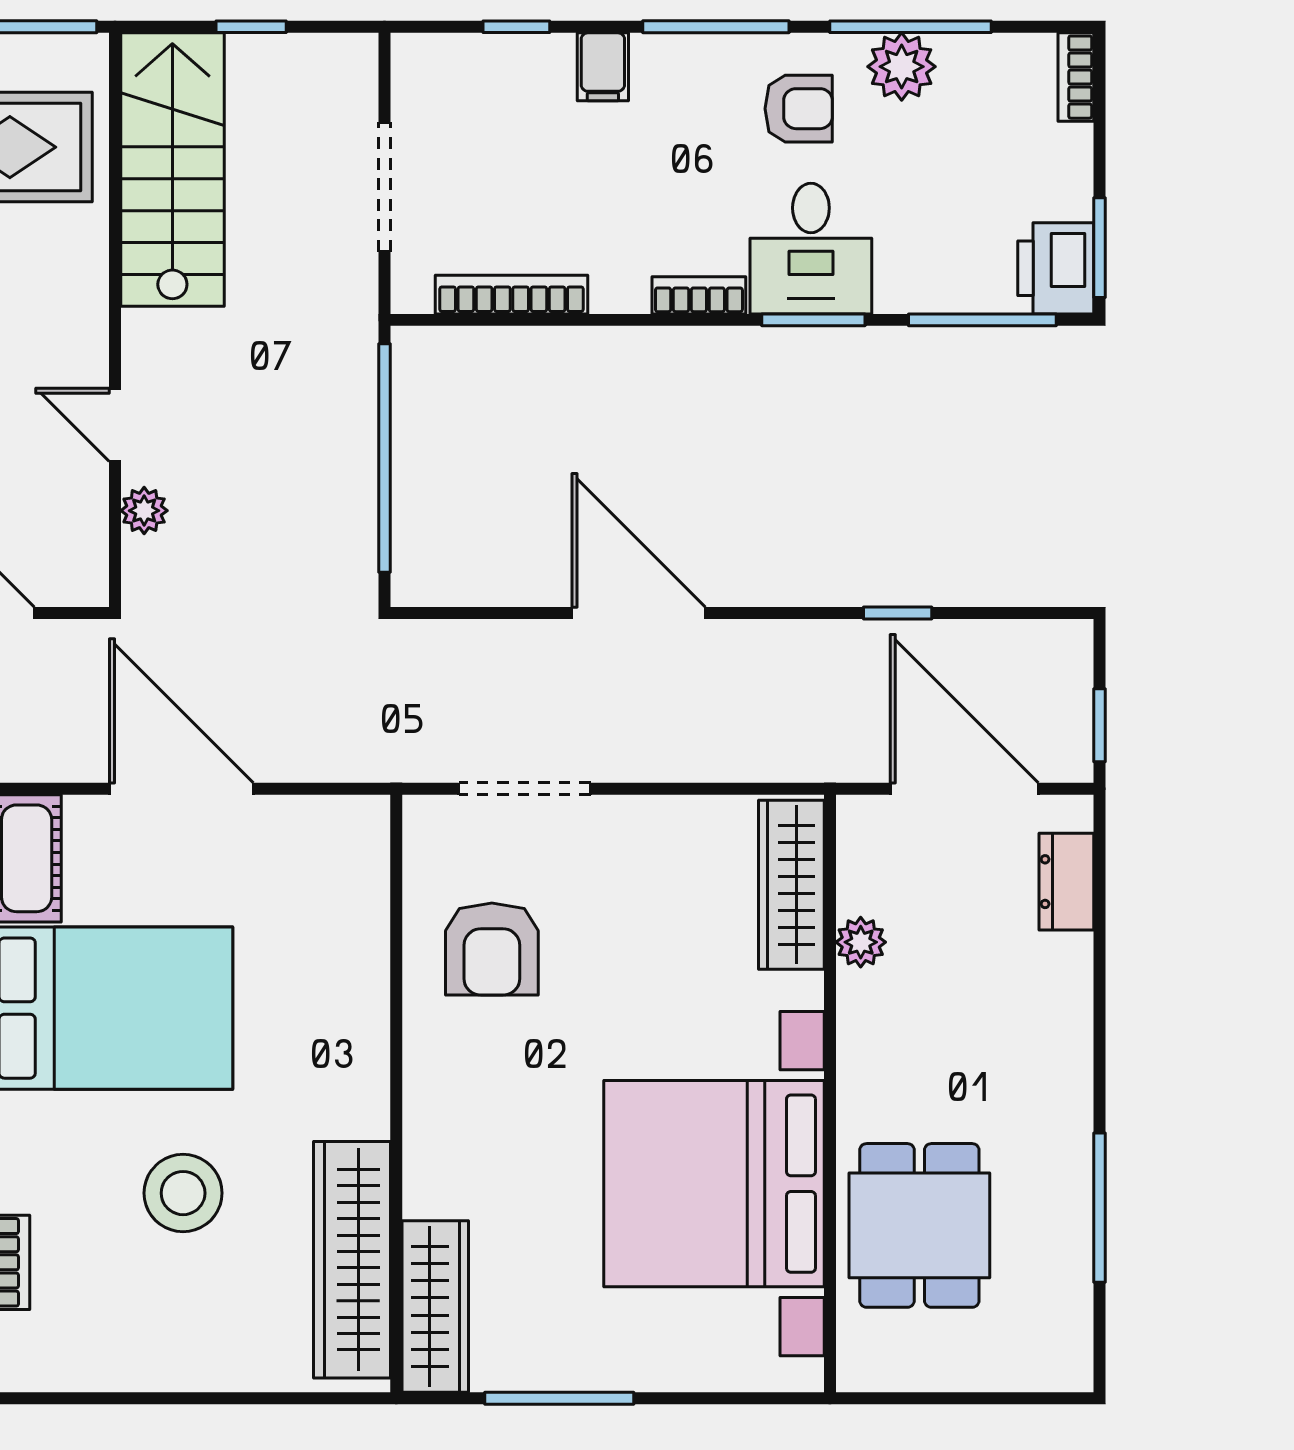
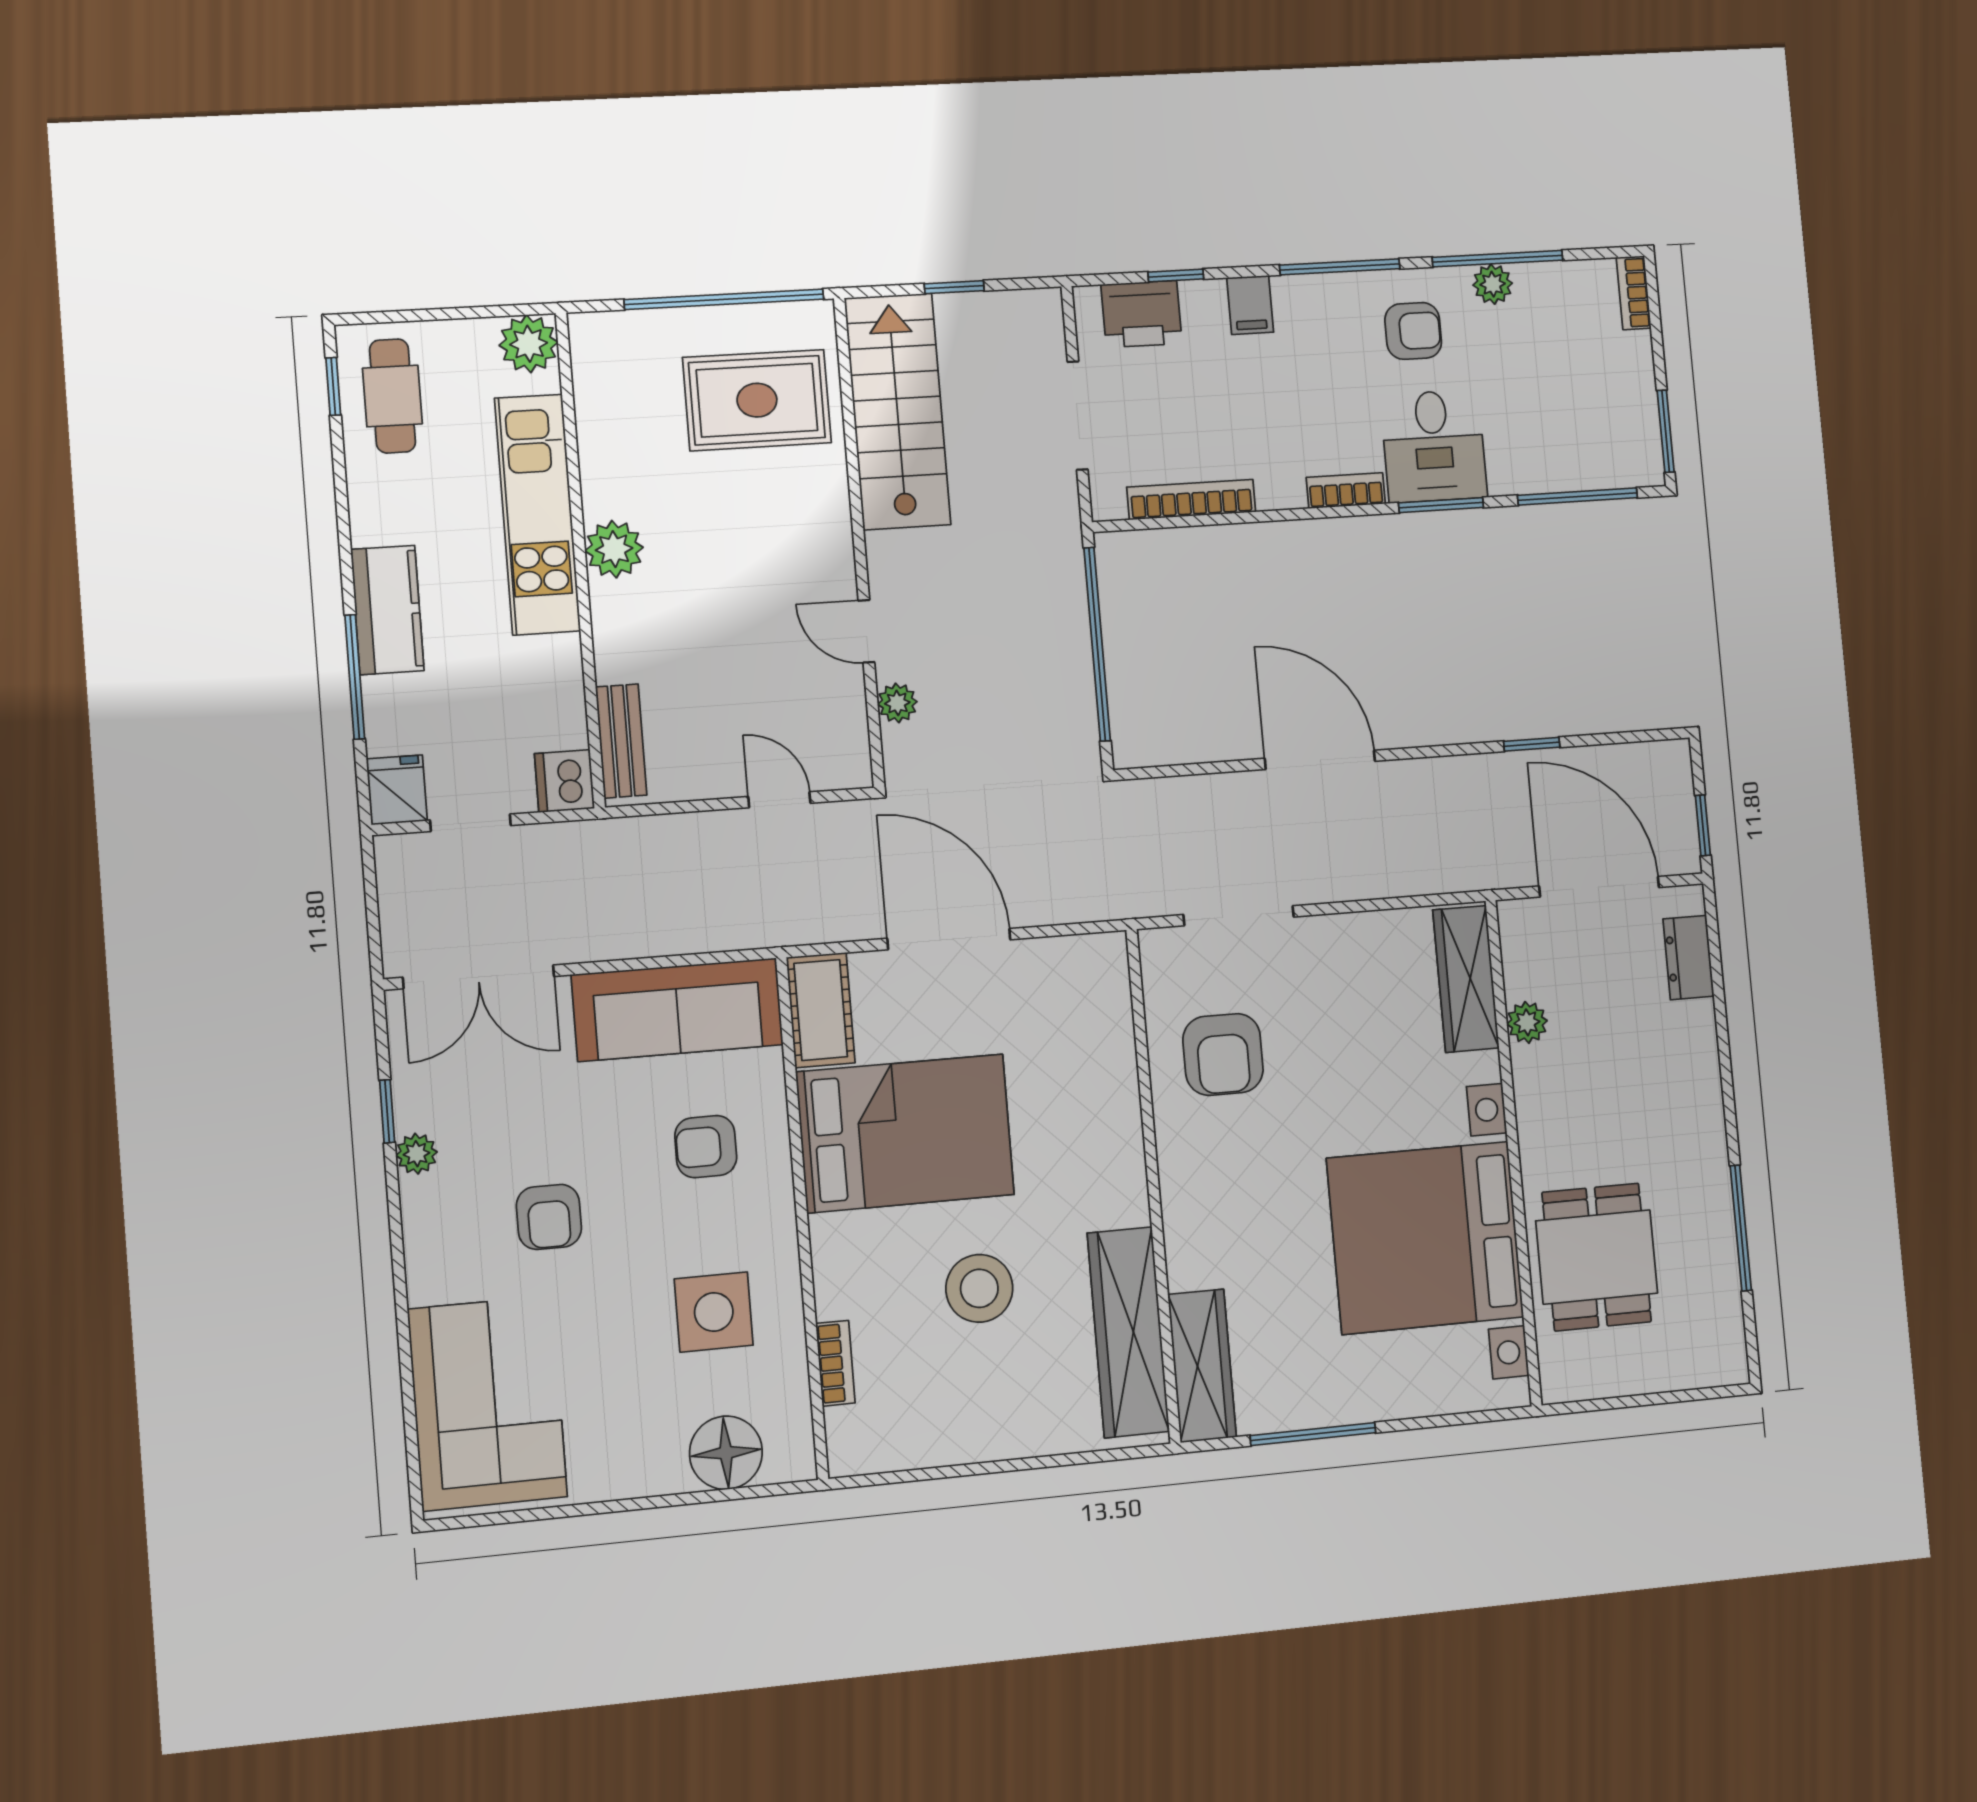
plant: (902, 67) -> (1493, 284), width x0.73, depth x0.73
printer: (1056, 268) -> (1142, 314), moved, turned -90

